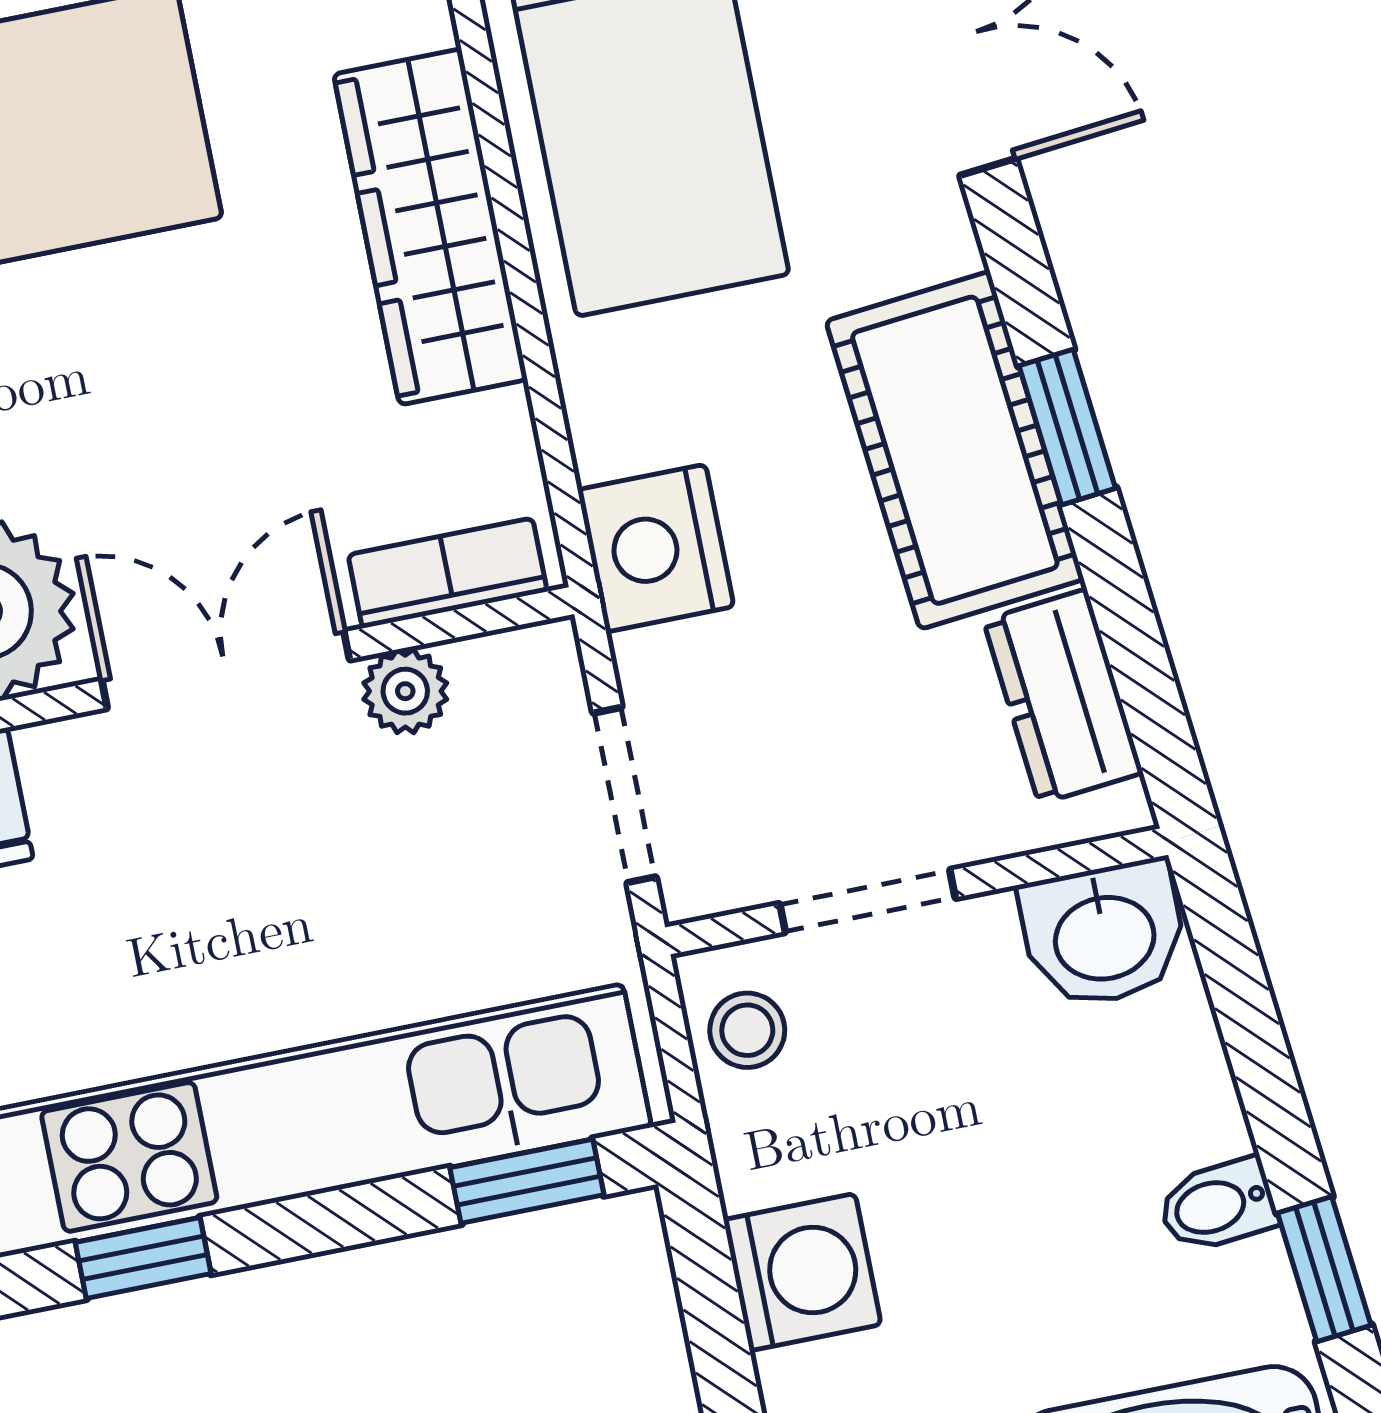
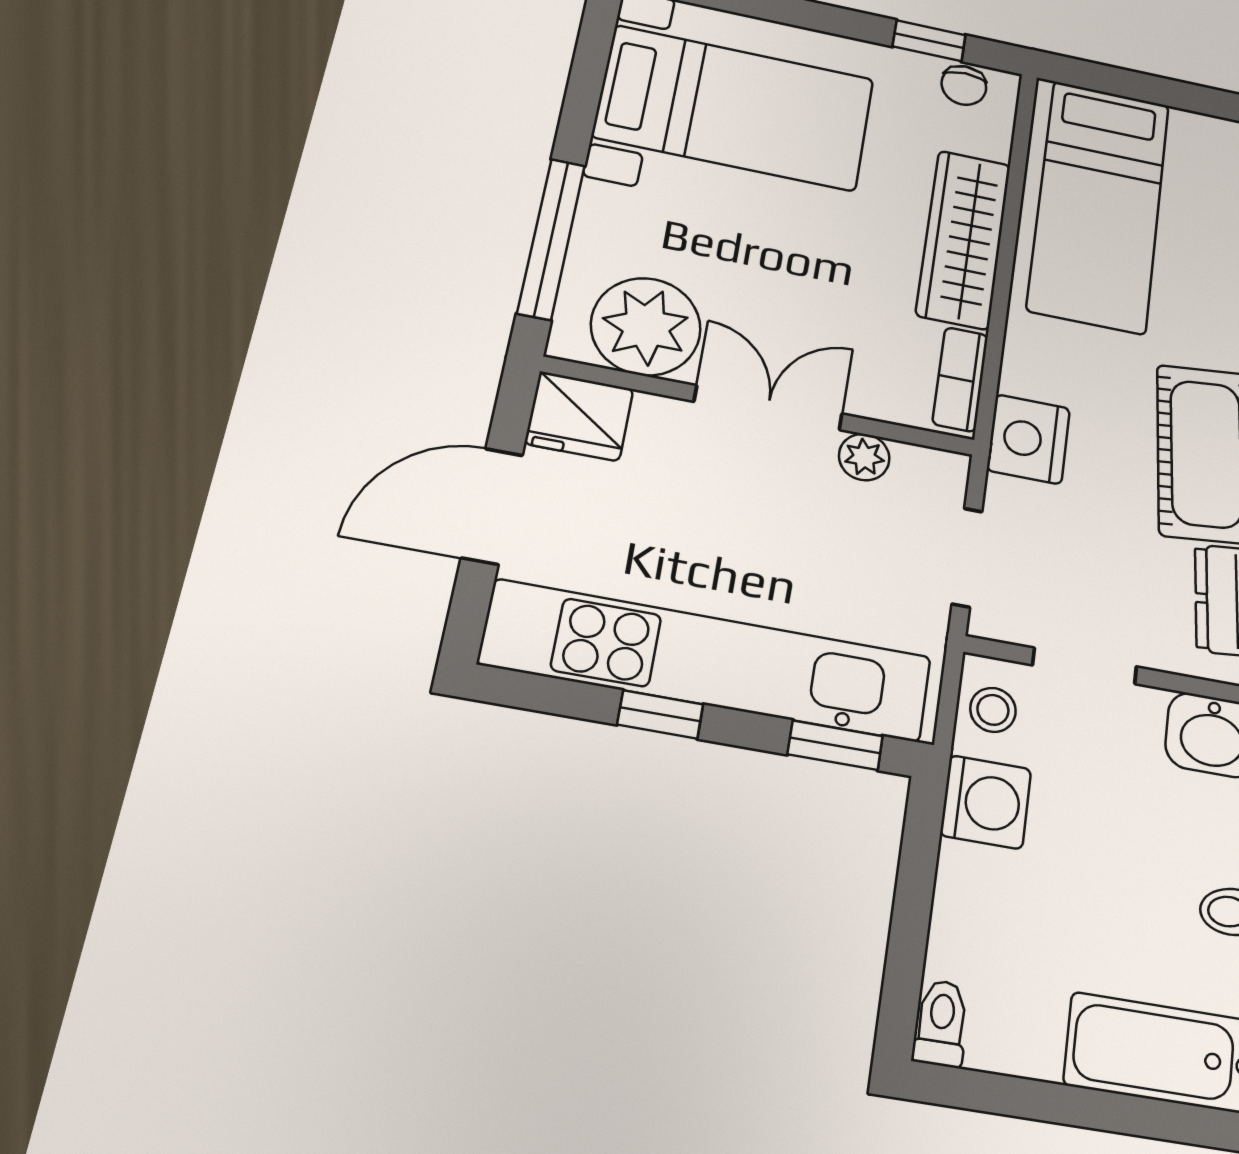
bookcase: (448, 573) -> (960, 379), moved, turned -90
window: (143, 1258) -> (660, 714), moved
washing machine: (802, 1272) -> (986, 802), moved

